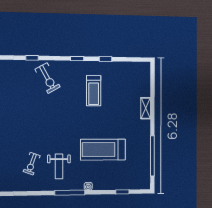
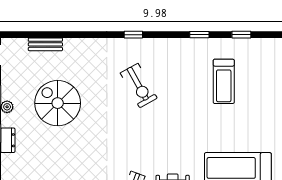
exercise bike: (48, 78) -> (139, 85), moved

